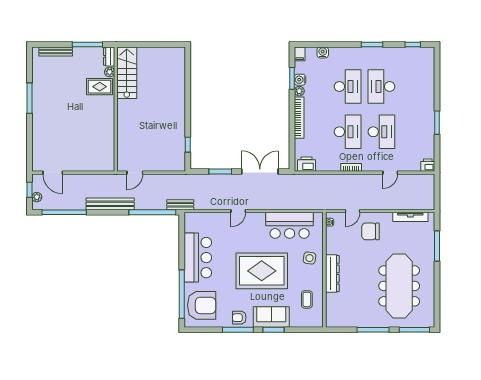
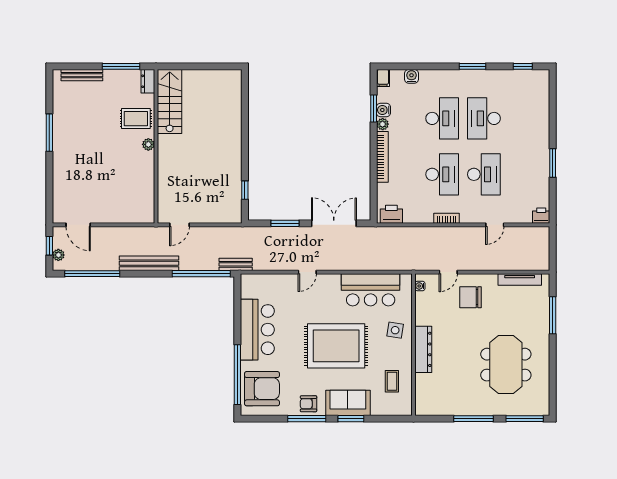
plant: (110, 72) -> (148, 144), moved
meeting table: (399, 286) -> (506, 365), width x0.73

